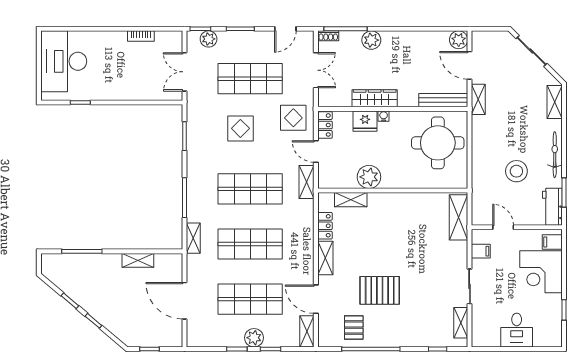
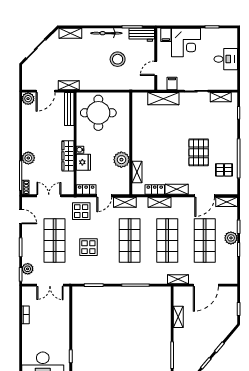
shelving: (458, 217) -> (163, 99), moved
shelving: (306, 233) -> (159, 202), added
shelving: (193, 238) -> (178, 279), moved

